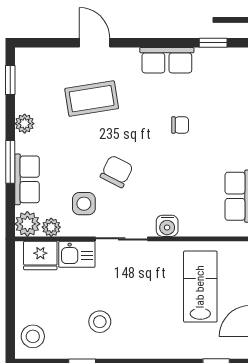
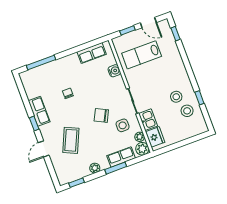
window: (213, 43) -> (34, 124), moved
coffee table: (92, 99) -> (71, 140), turned 33
water cooler: (167, 226) -> (114, 71), moved
stool: (33, 336) -> (187, 111), moved

